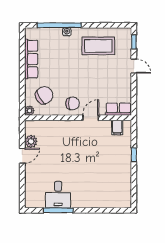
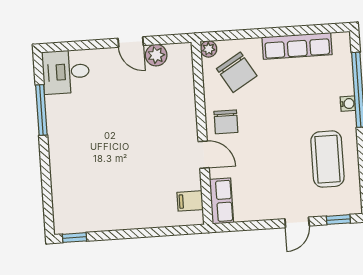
window: (134, 155) -> (75, 238), moved
desk: (58, 195) -> (66, 72), moved

